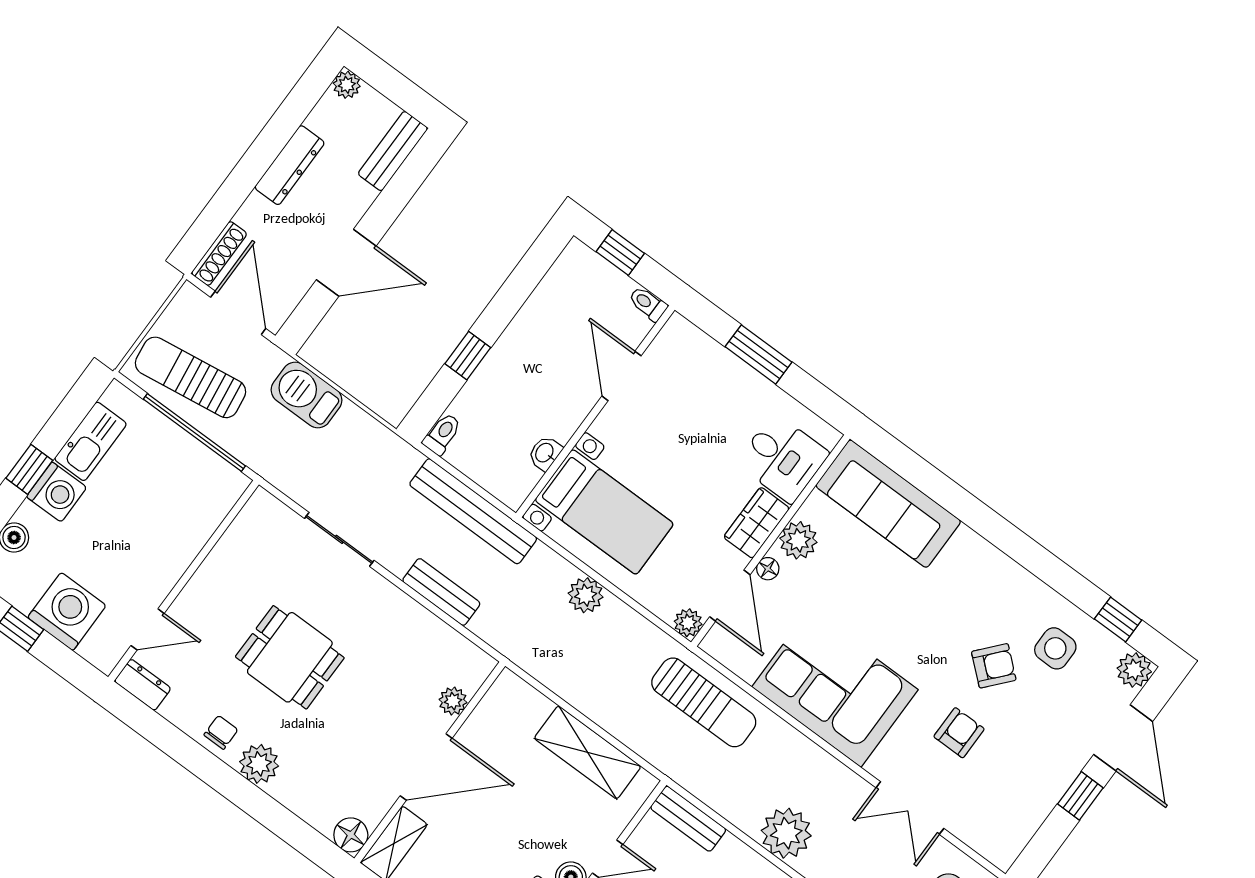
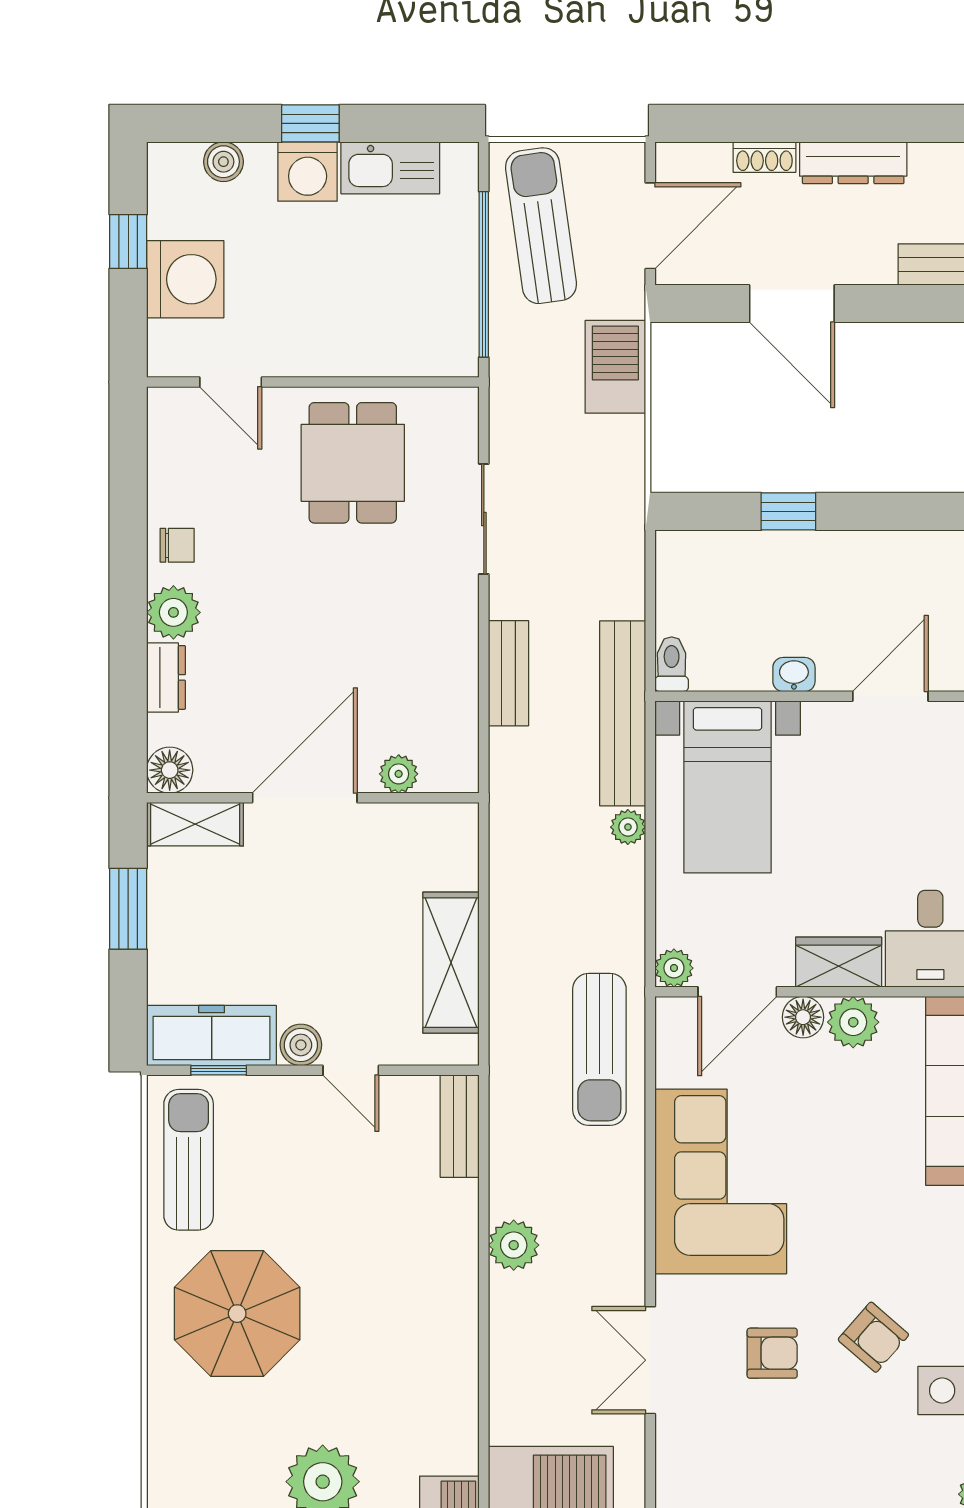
shoe rack: (219, 254) -> (764, 157), moved, width x0.70
toilet: (442, 434) -> (672, 664), moved, turned -90
washbasin: (545, 453) -> (794, 674), moved
bench: (473, 511) -> (623, 713), moved
floor lamp: (768, 569) -> (803, 1017), width x1.37, depth x1.37
plant: (586, 595) -> (628, 827), width x0.73, depth x0.73
dining table: (290, 657) -> (353, 463), moved
dresser: (143, 685) -> (166, 677), moved
door: (426, 767) -> (305, 798), swing flipped
plant: (786, 833) -> (514, 1245), width x0.73, depth x0.73

